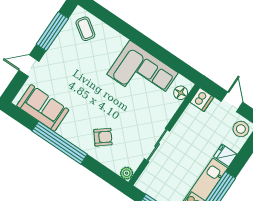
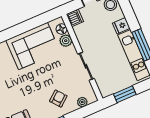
plant: (171, 105) -> (66, 41), added
plant: (127, 173) -> (82, 102), moved

